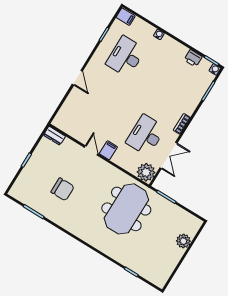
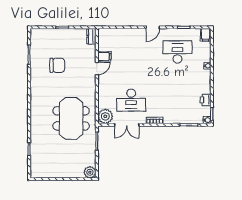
door: (77, 78) -> (153, 27), moved
desk: (146, 135) -> (131, 100), turned 180
filing cabinet: (108, 150) -> (104, 56), moved
chair: (63, 189) -> (57, 65), turned -90
meeting table: (126, 209) -> (71, 118), turned 90
plant: (183, 241) -> (90, 172), moved

